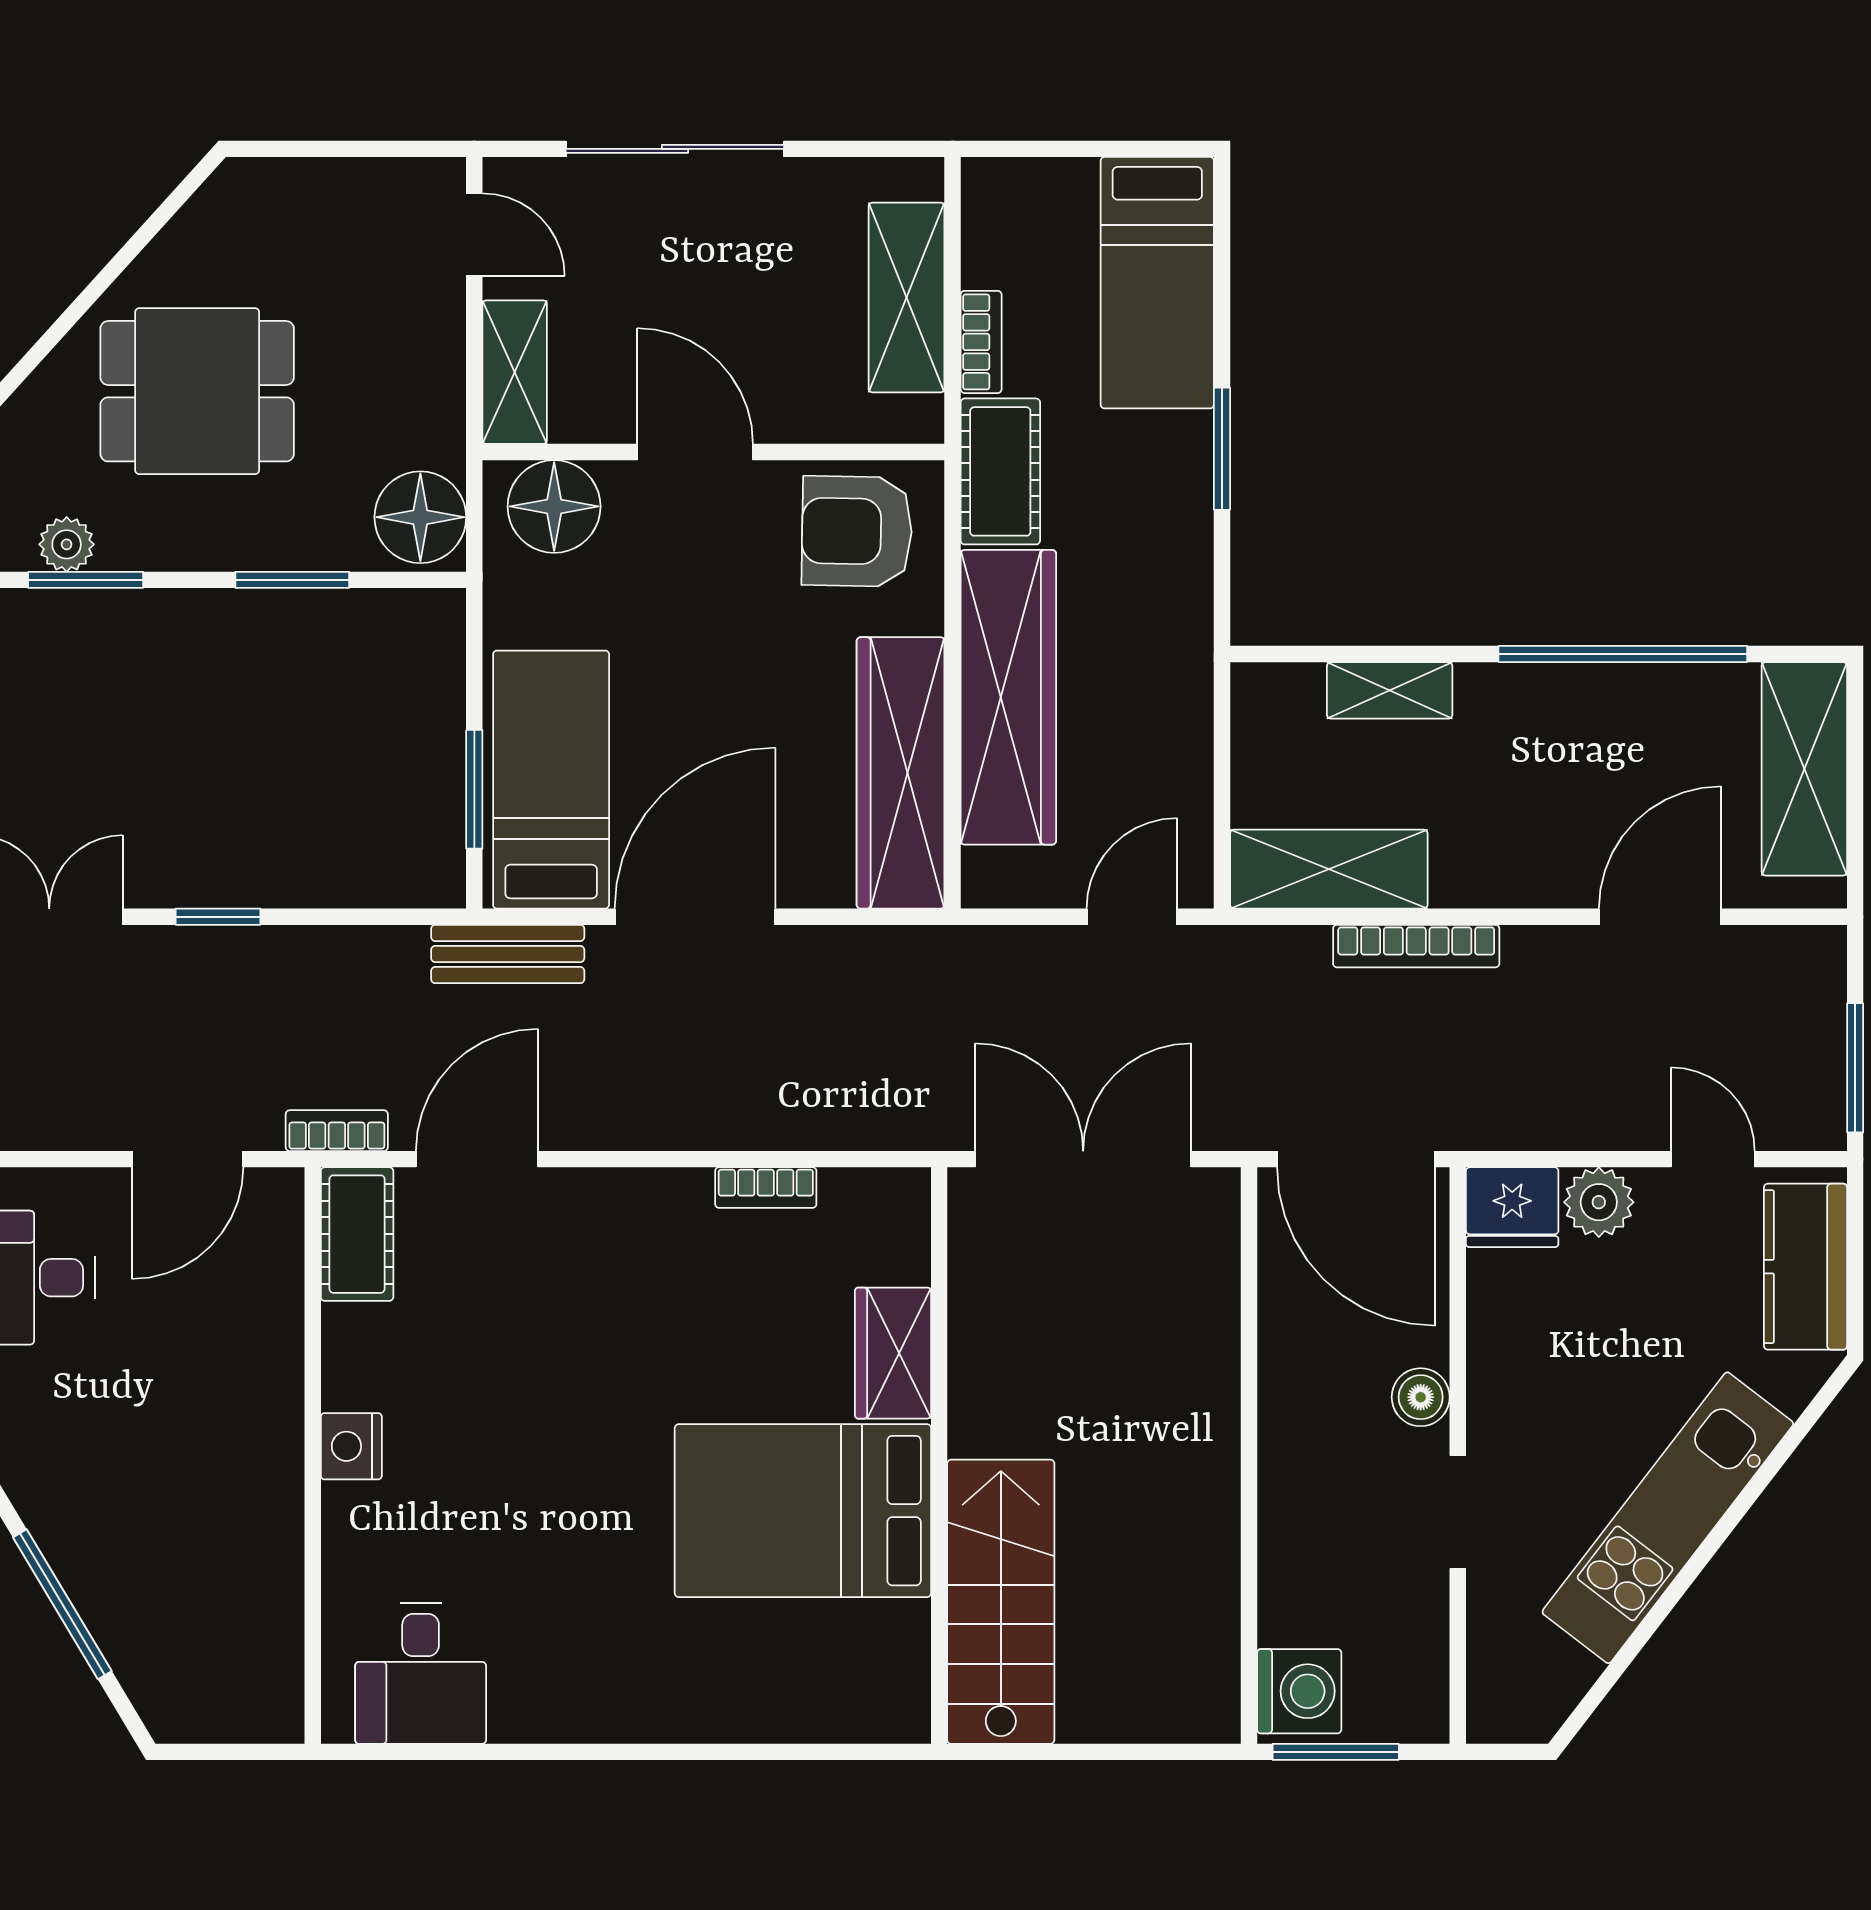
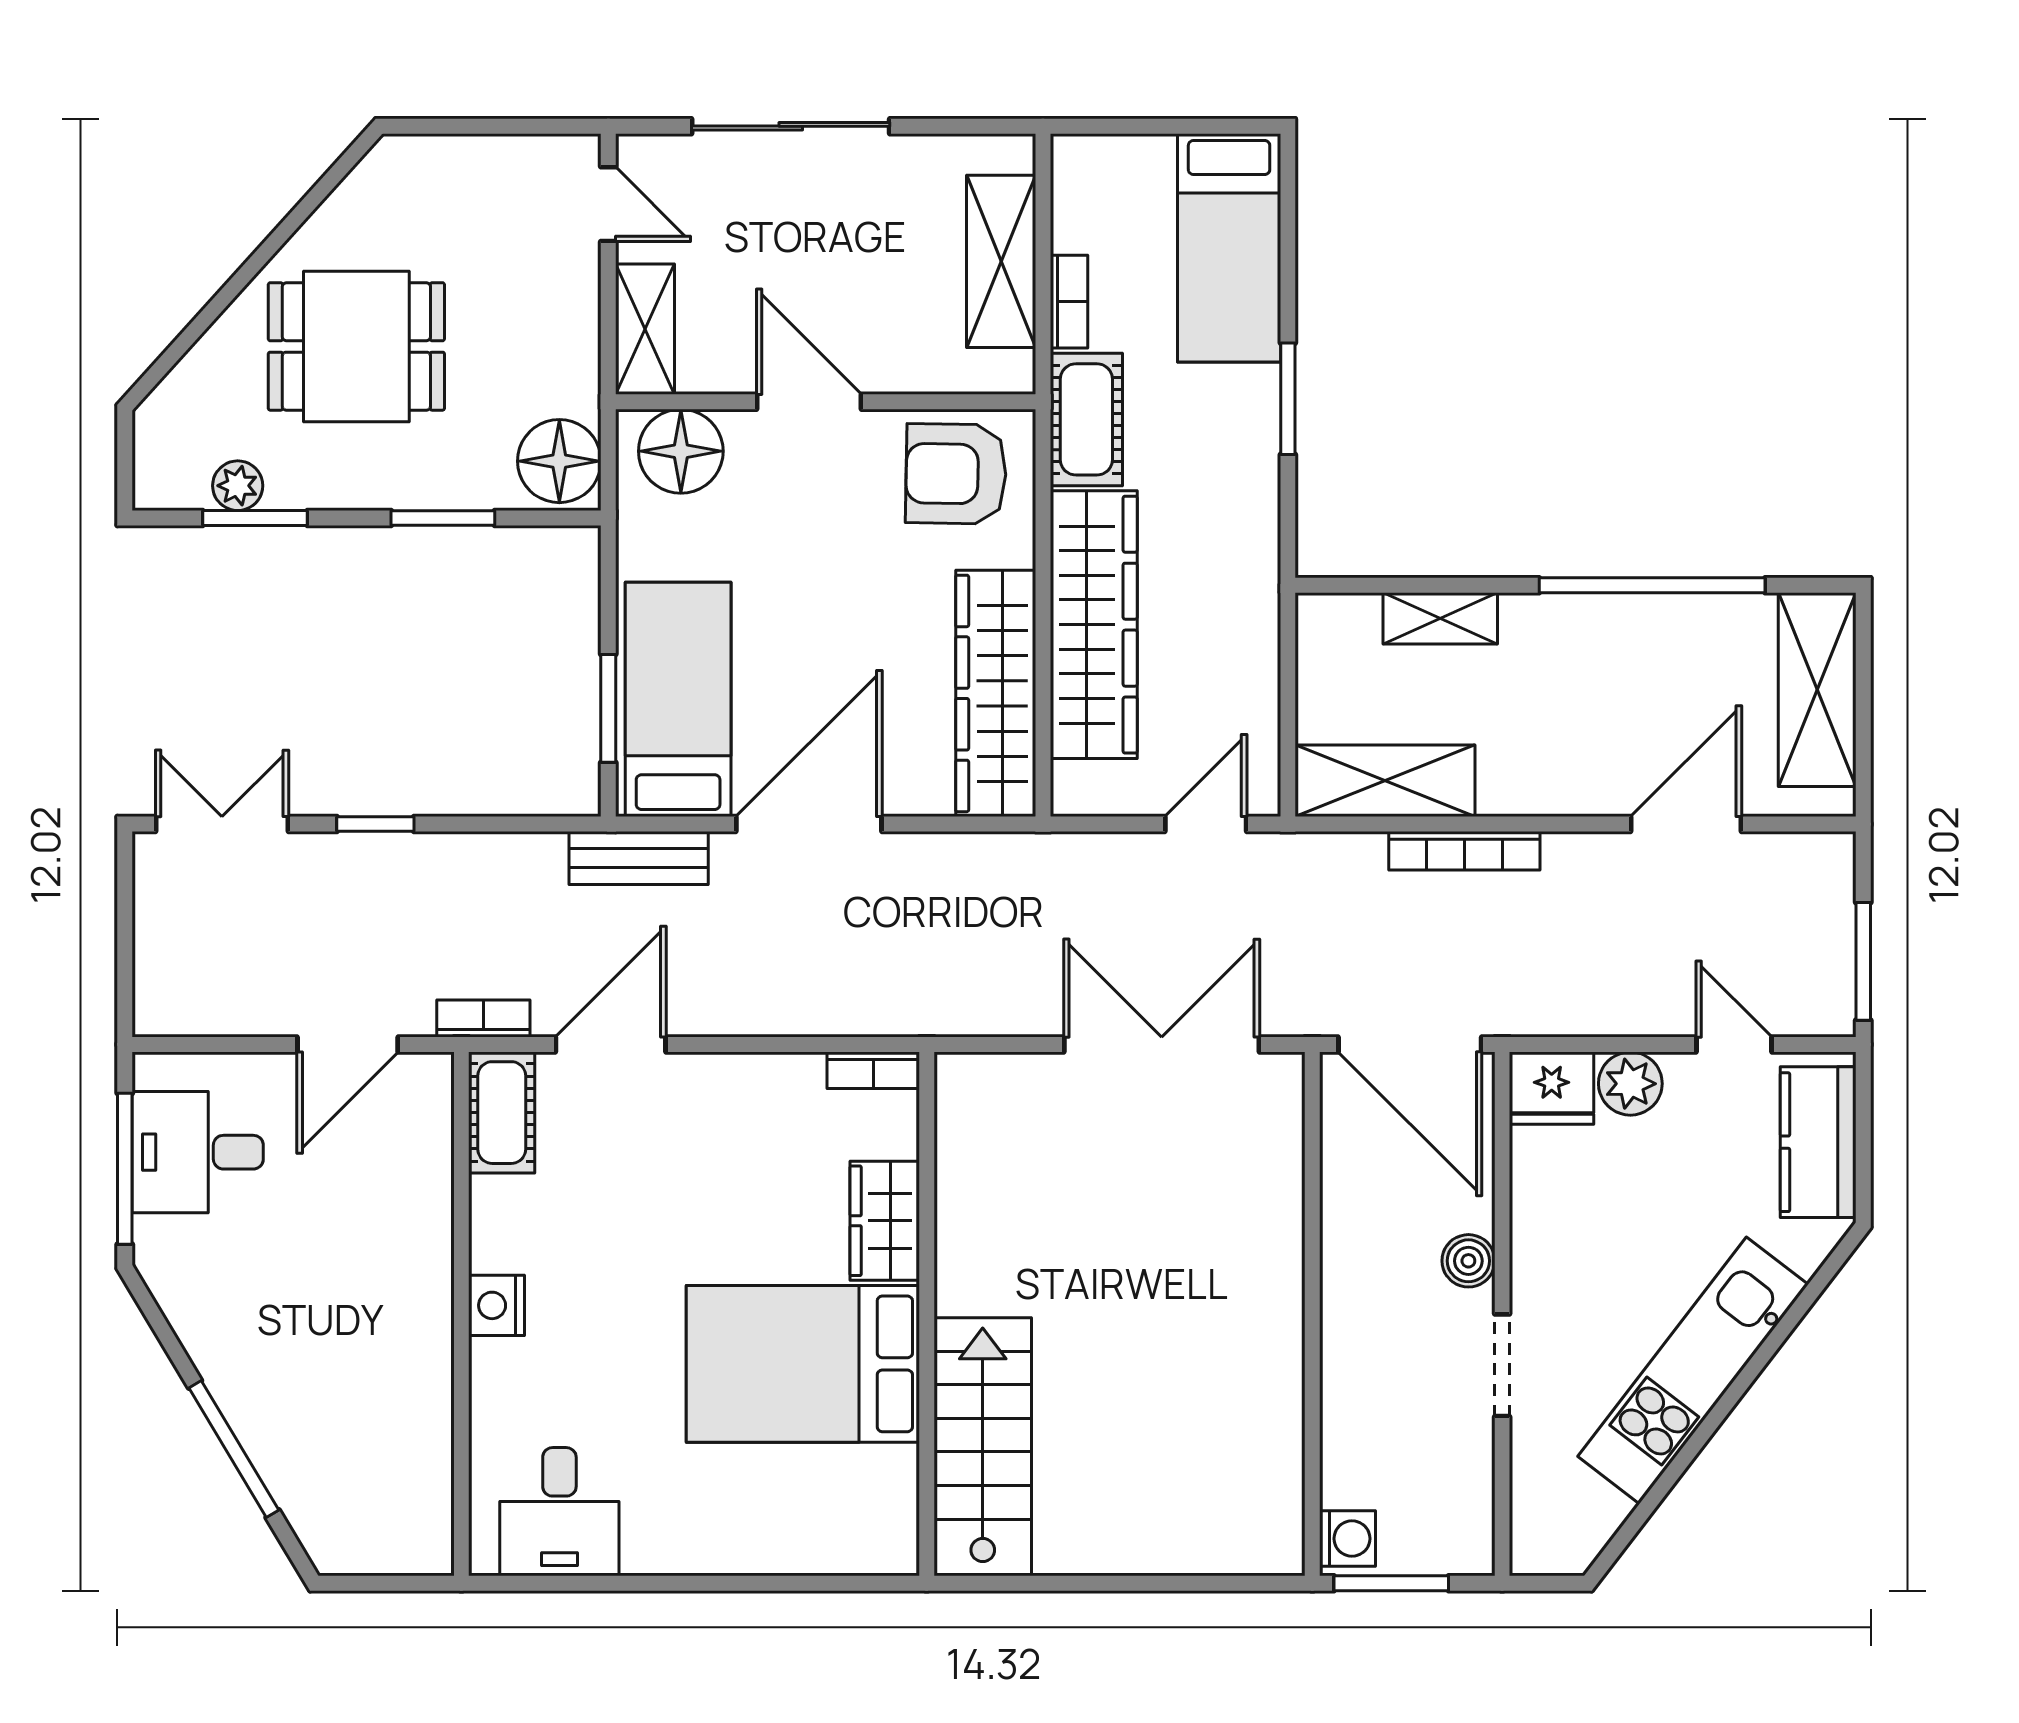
wardrobe: (893, 1353) -> (885, 1221), moved
wall: (939, 1456) -> (927, 1314), moved
bed: (803, 1511) -> (803, 1364), moved
stairs: (1001, 1602) -> (983, 1447), moved
washing machine: (1299, 1691) -> (1348, 1539), width x0.73, depth x0.73

